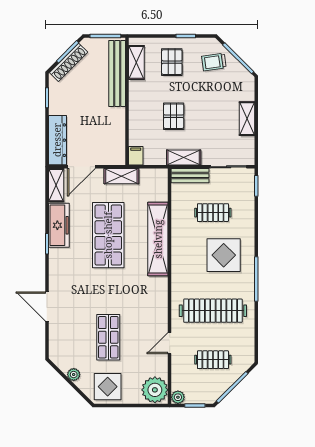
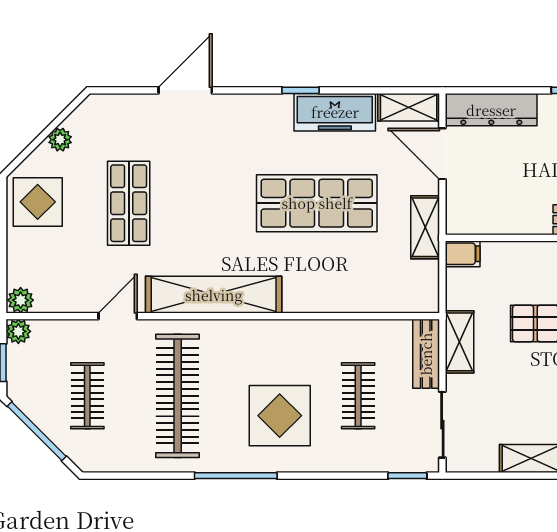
shelving: (158, 239) -> (214, 295), moved
shop shelf: (108, 337) -> (129, 203), turned 90
door: (170, 343) -> (118, 316), hinge flipped
plant: (155, 390) -> (21, 300), width x0.53, depth x0.53

